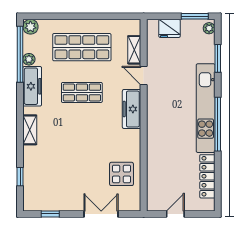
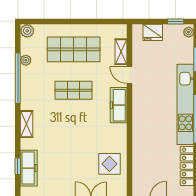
window: (195, 16) -> (176, 21), width x0.67
window: (20, 54) -> (18, 78), moved
freezer: (32, 86) -> (29, 168), moved

